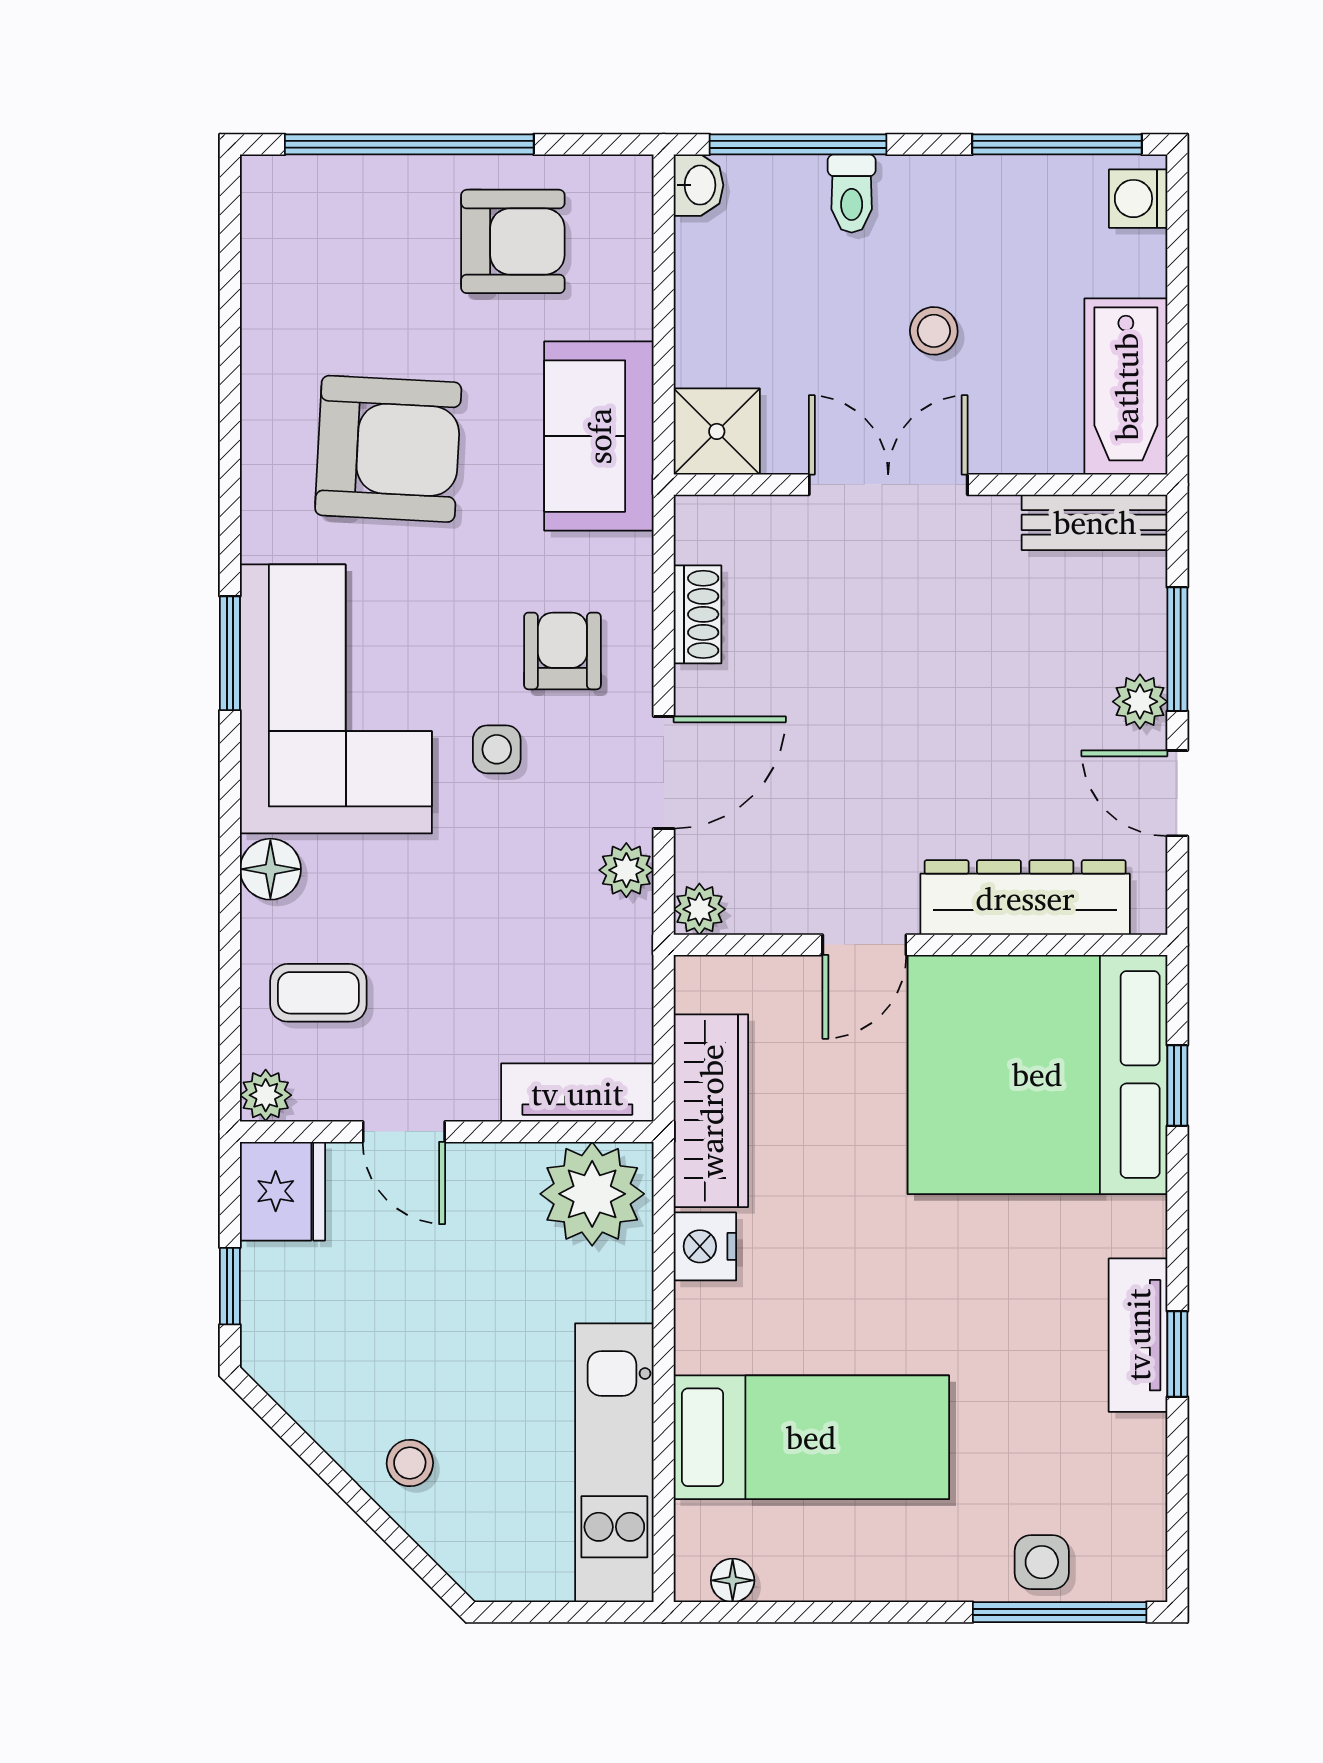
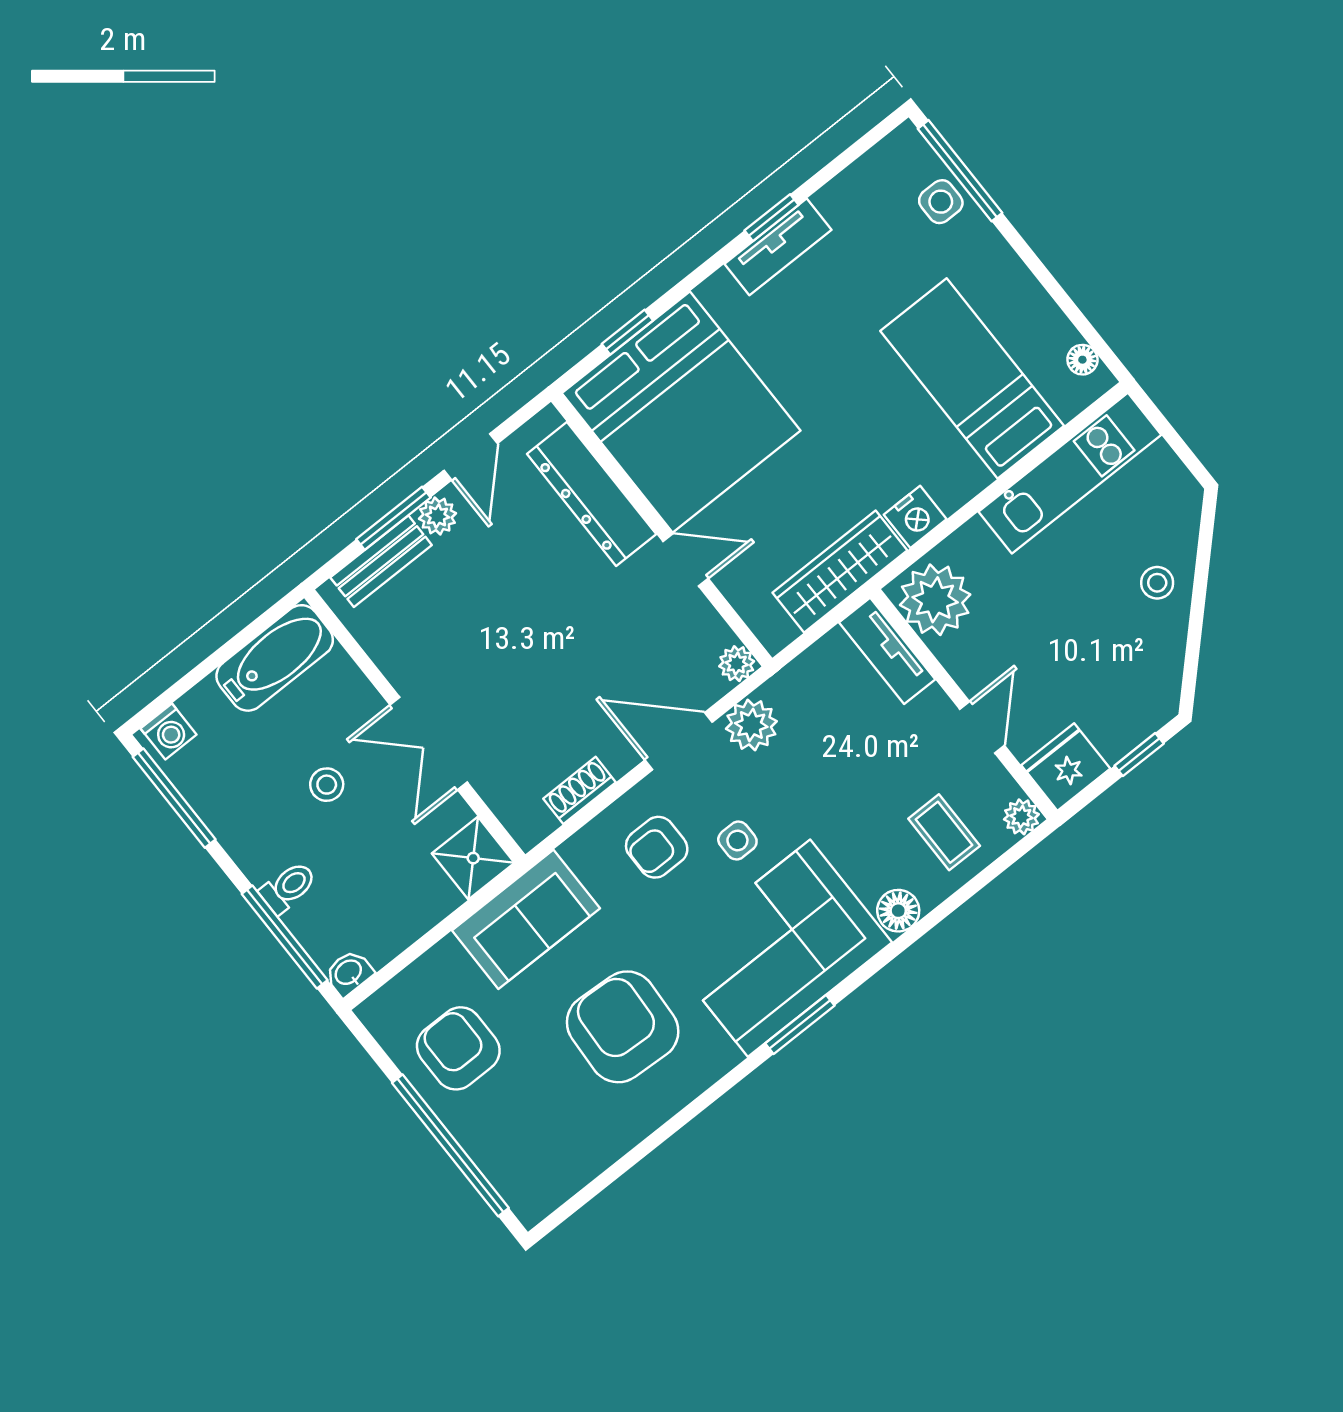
bench: (1095, 522) -> (381, 561), moved, turned 90
plant: (626, 870) -> (751, 725), width x1.38, depth x1.38

